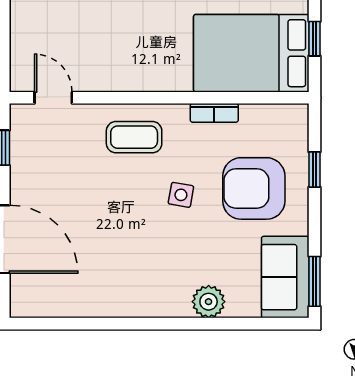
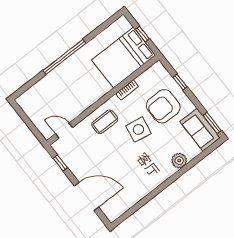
side table: (181, 195) -> (138, 129), width x1.87, depth x1.87

